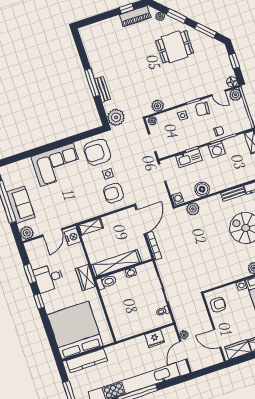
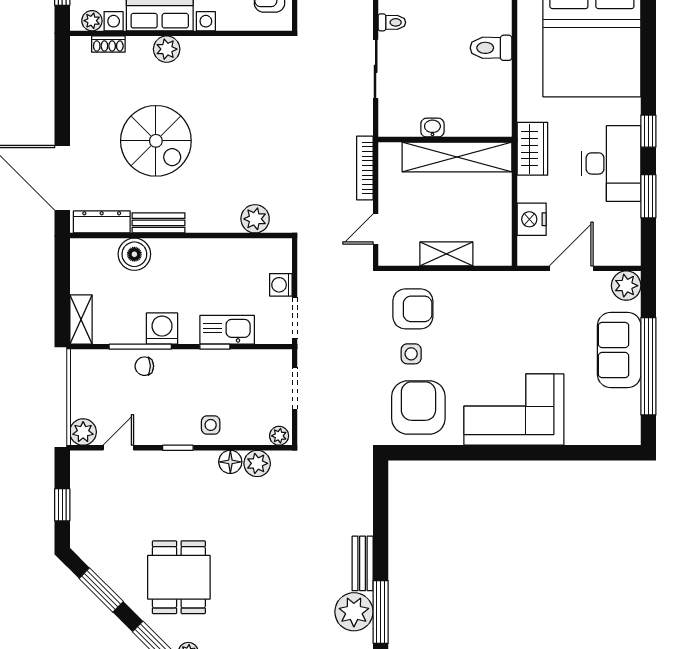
dining table: (175, 47) -> (179, 577), turned 90
floor lamp: (232, 82) -> (230, 462), moved
window: (92, 83) -> (381, 612), moved
bench: (103, 89) -> (363, 563), moved
door: (218, 93) -> (118, 448), hinge flipped
chair: (202, 109) -> (164, 425), removed
plant: (116, 117) -> (354, 612), moved
armchair: (97, 152) -> (418, 408), turned -90
boiler: (202, 189) -> (134, 254), moved
washing machine: (177, 199) -> (281, 285), moved
door: (141, 222) -> (376, 229), width x0.53
shelving: (91, 226) -> (446, 254), moved
nightstand: (72, 237) -> (532, 219), moved
desk: (49, 278) -> (611, 163), width x1.37
toilet: (106, 282) -> (491, 48), moved

